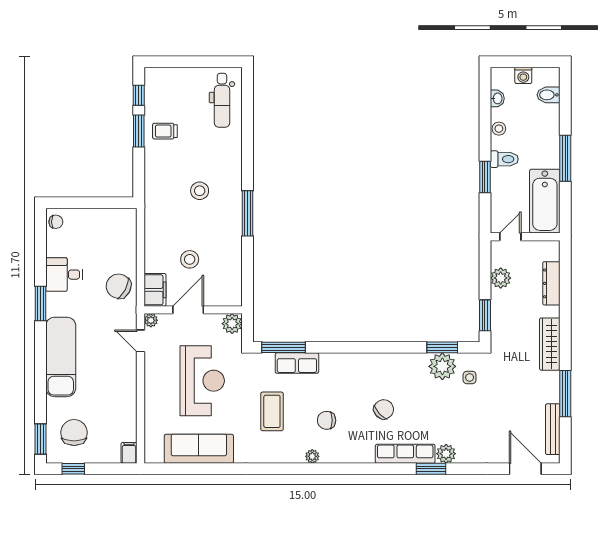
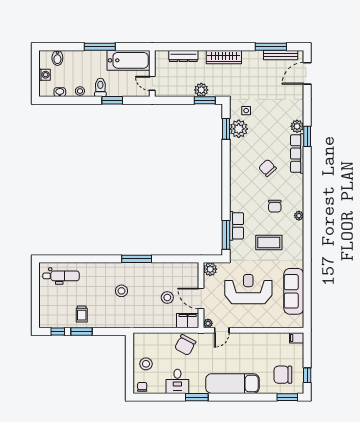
stool: (90, 227) -> (146, 364), added
plant: (501, 278) -> (201, 90), moved
window: (565, 394) -> (271, 47), moved

